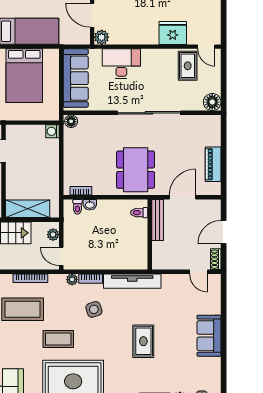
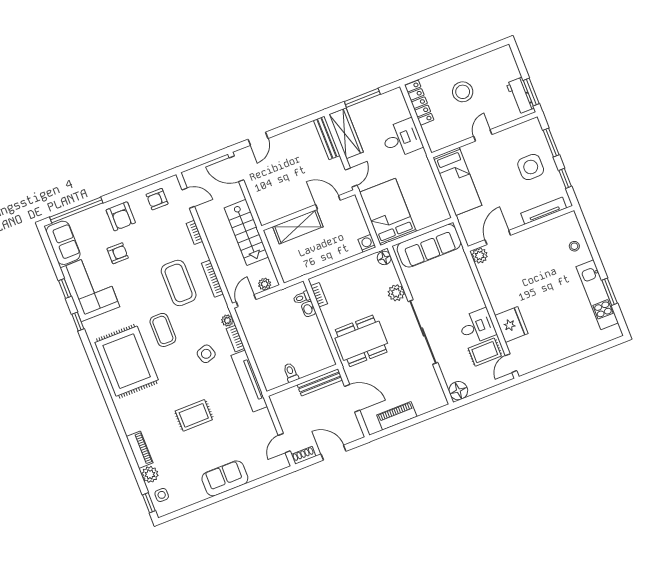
desk: (121, 64) -> (477, 326), moved, width x0.73
bed: (24, 76) -> (388, 212), moved, turned 90
plant: (106, 123) -> (396, 293), added
shelving: (28, 209) -> (298, 227), moved, turned 90
toilet: (139, 213) -> (291, 373), moved

